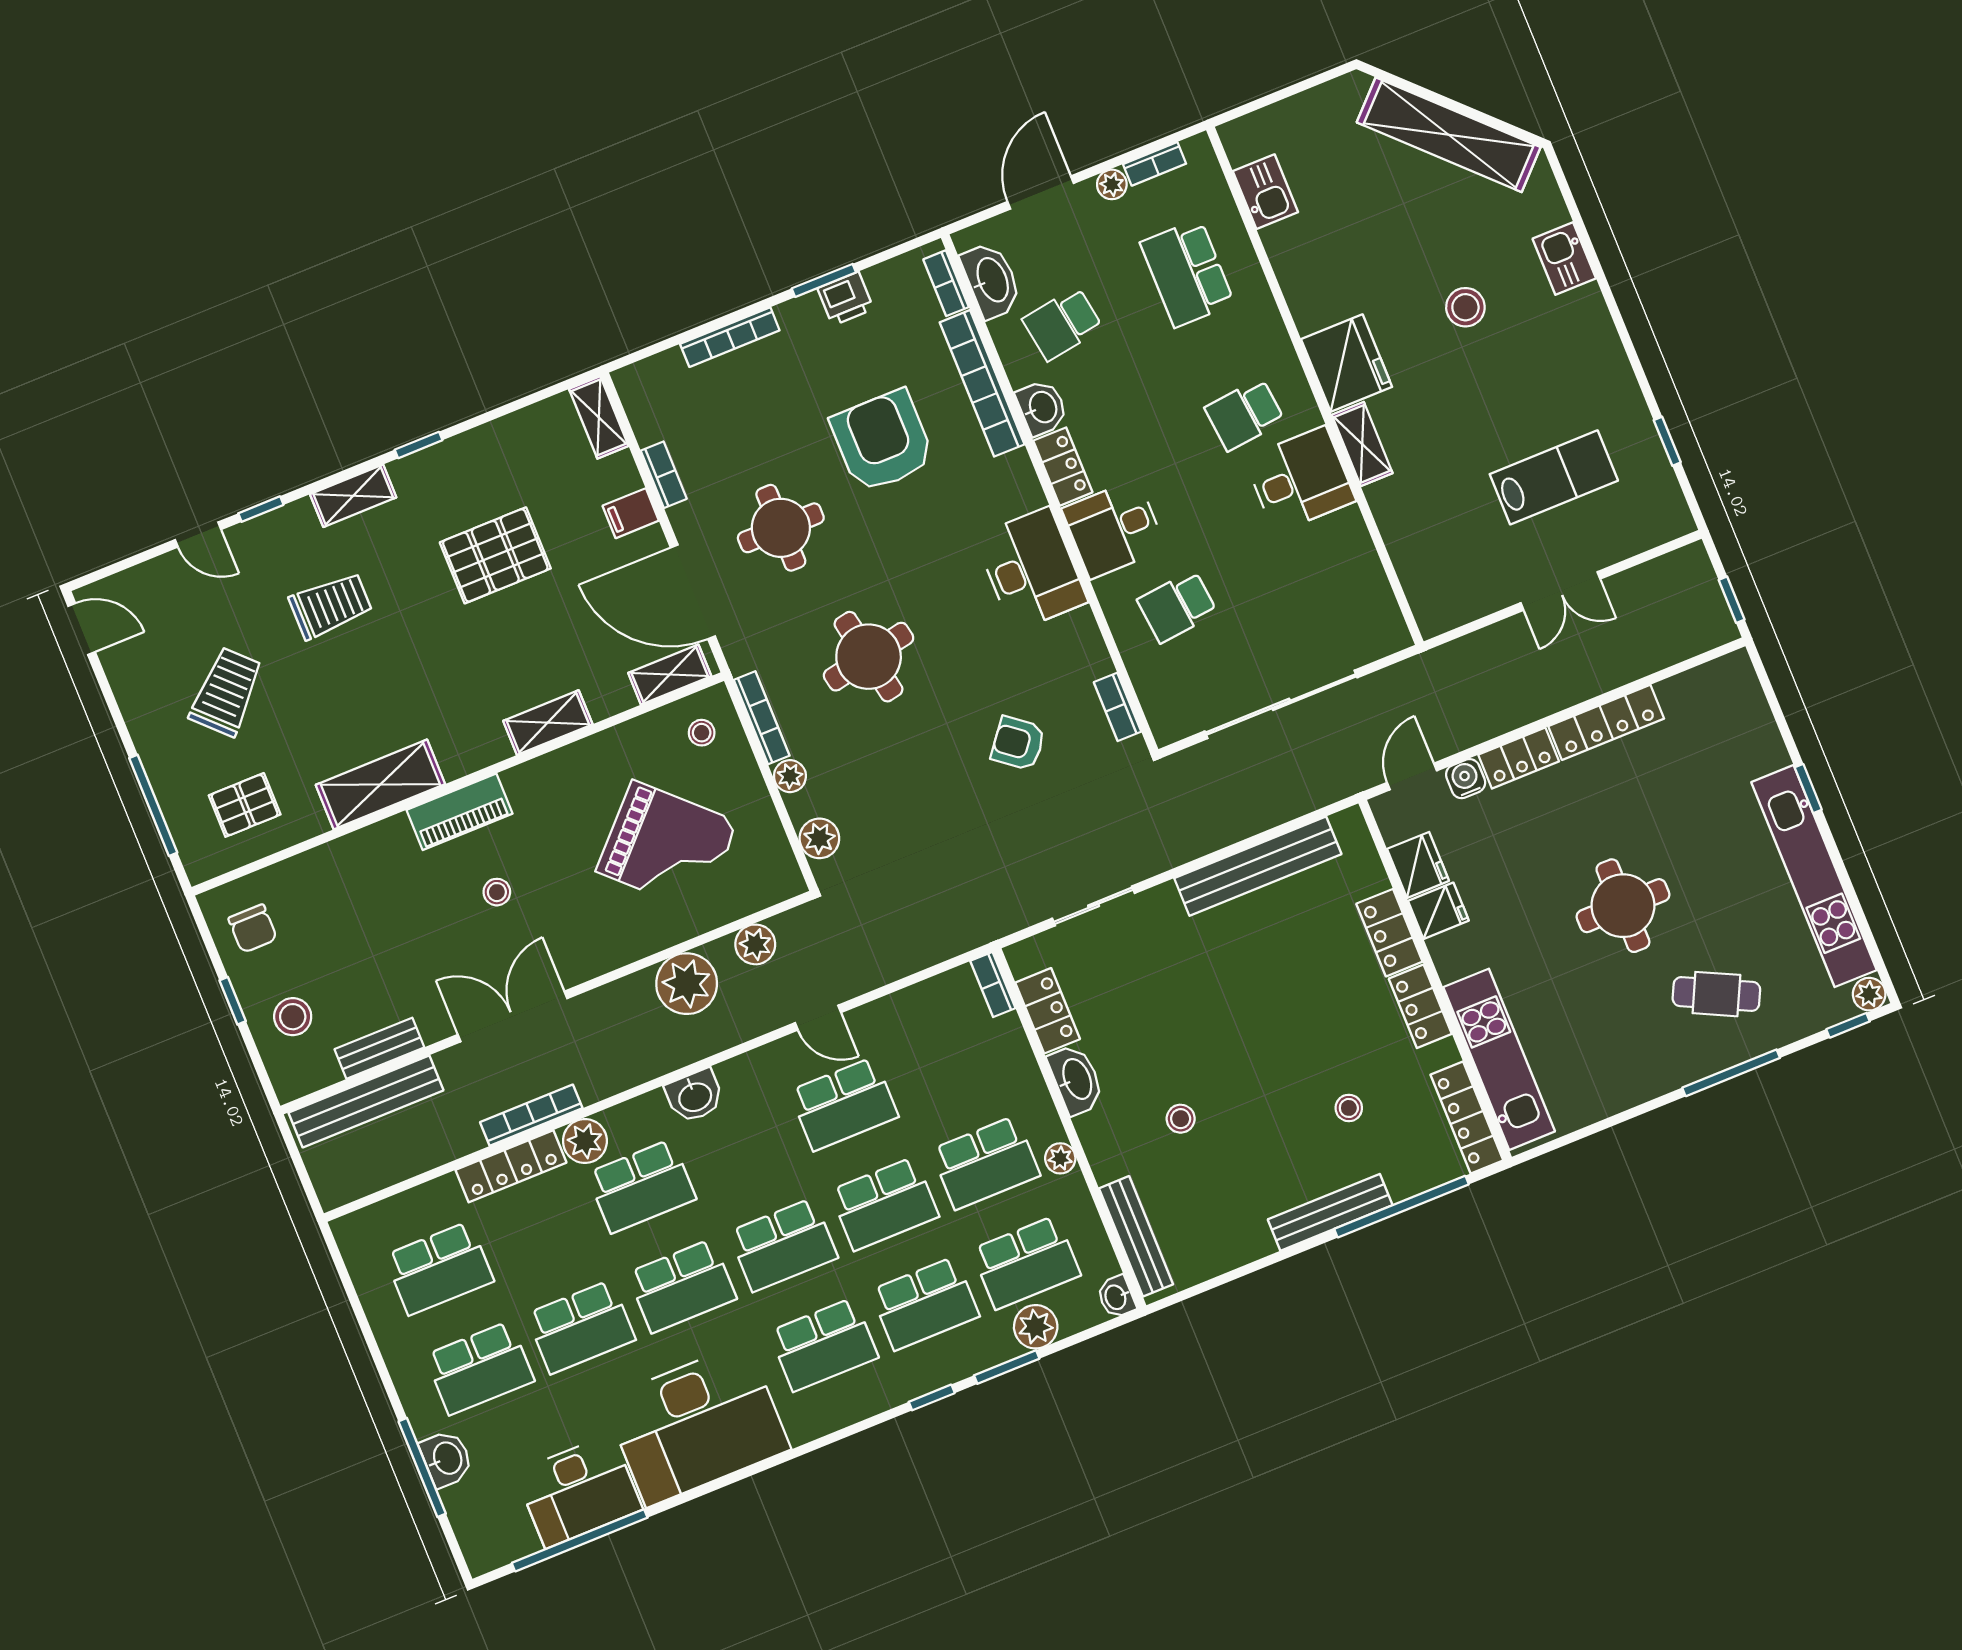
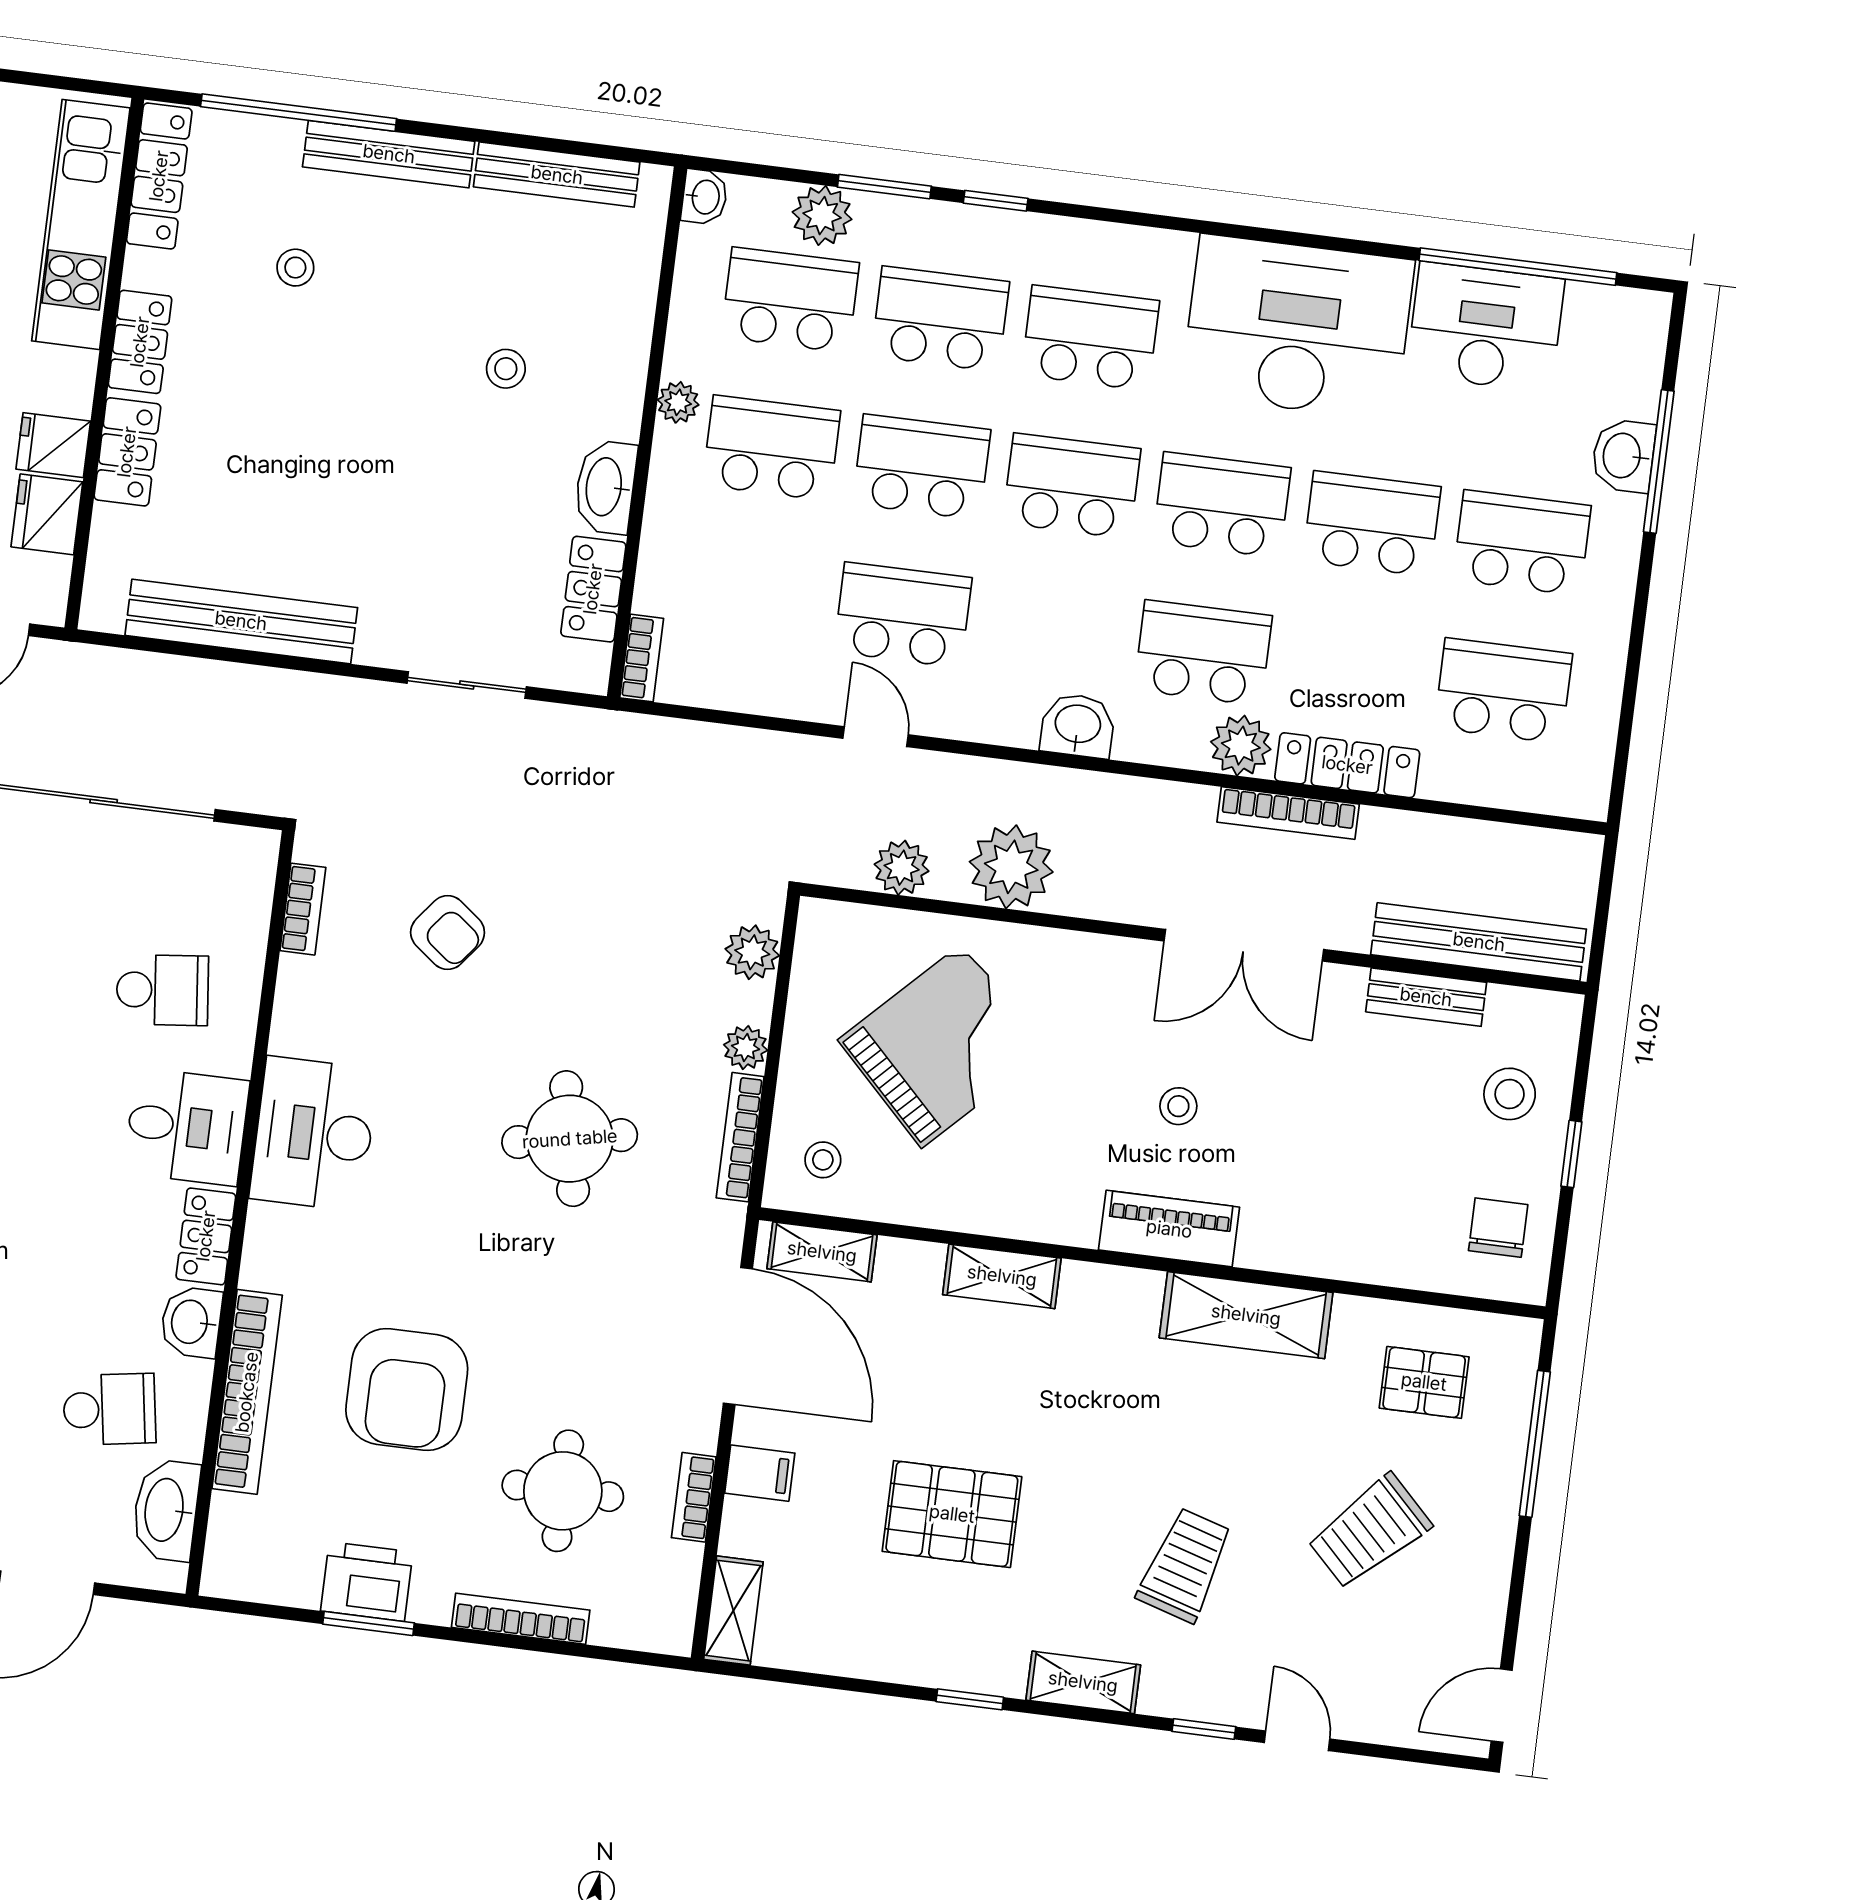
bookcase: (946, 283) -> (223, 1537), removed
printer: (845, 299) -> (367, 1581), width x1.36, depth x1.24
round table: (781, 528) -> (563, 1491), moved
trolley: (331, 605) -> (1185, 1565), turned 107
door: (82, 629) -> (1502, 1706), hinge flipped
grand piano: (667, 847) -> (942, 1046), turned 91
bench: (1136, 1236) -> (557, 175), moved, turned 90

